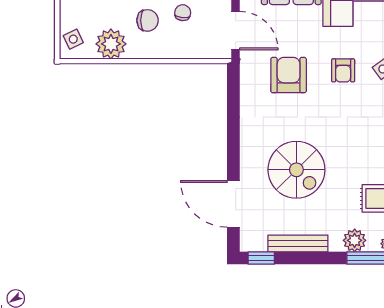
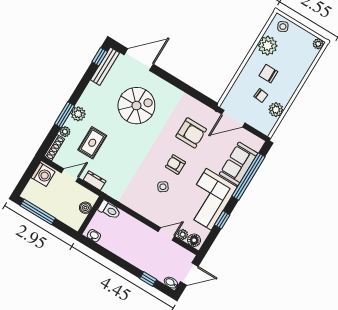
chair: (148, 20) -> (268, 74), turned 90
spiral stairs: (296, 170) -> (136, 106), turned 180
bench: (298, 243) -> (105, 66), moved

